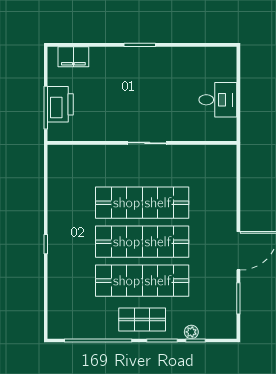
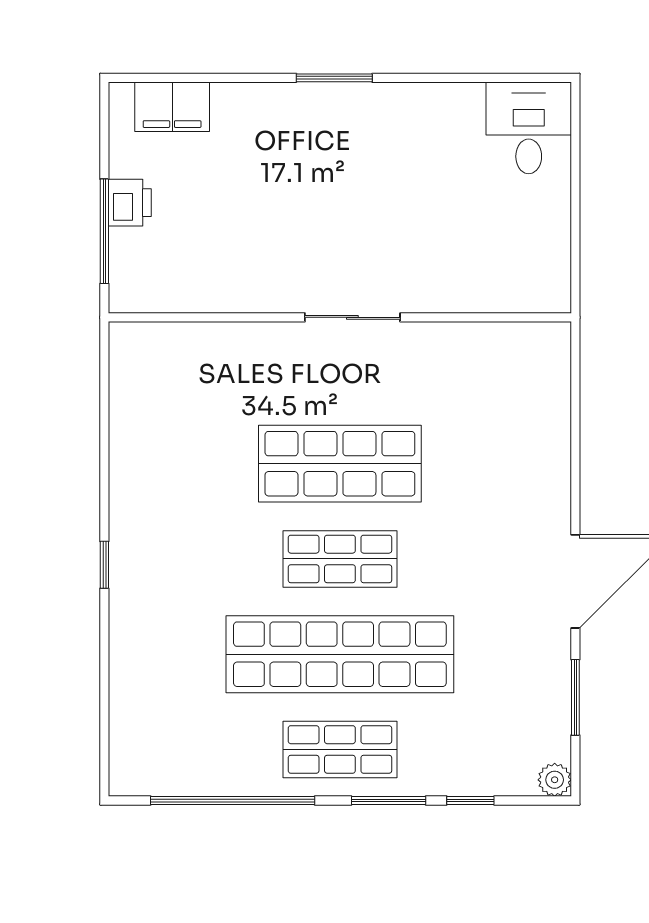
desk: (218, 100) -> (529, 128), moved, turned -90
printer: (60, 104) -> (130, 203), width x0.53, depth x0.68
shop shelf: (142, 203) -> (340, 464), width x0.71
shop shelf: (142, 242) -> (340, 559), width x0.50, depth x0.74
plant: (191, 332) -> (555, 780), moved

